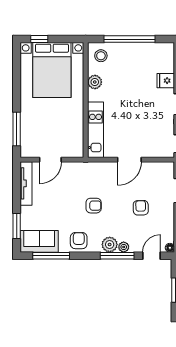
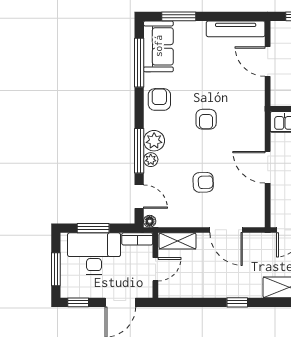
armchair: (79, 241) -> (159, 99), turned -90

